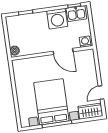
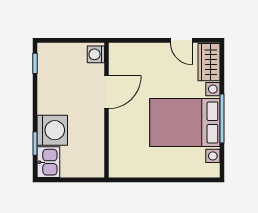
kitchen sink: (76, 14) -> (48, 162), moved
washing machine: (57, 19) -> (52, 130), moved
boiler: (15, 51) -> (94, 170), removed

